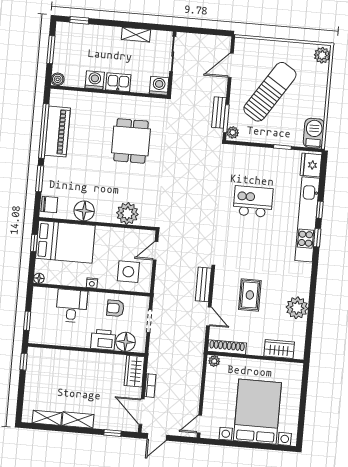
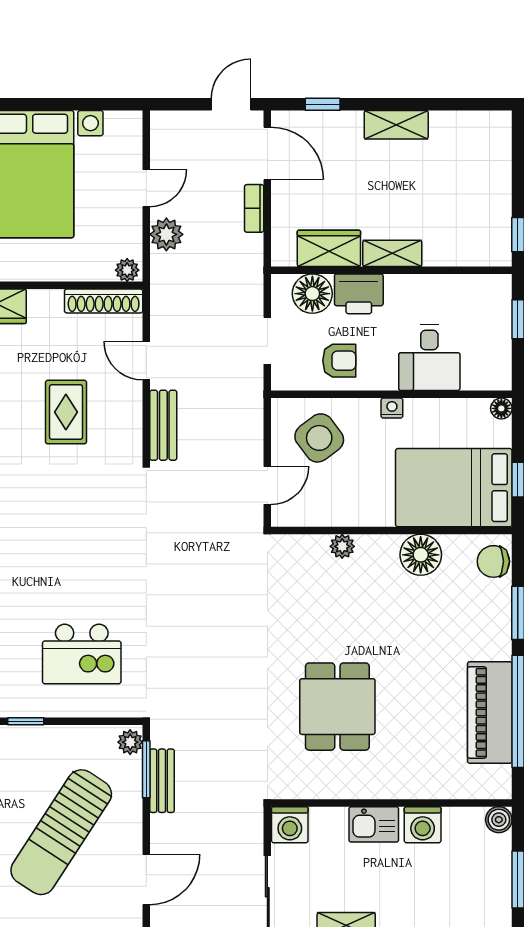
kitchen island: (253, 202) -> (82, 654), moved
plant: (127, 214) -> (342, 546), width x0.53, depth x0.53
side table: (128, 272) -> (319, 438), turned -37
wardrobe: (134, 371) -> (329, 248), moved, turned -90
plant: (194, 377) -> (166, 234), added
shelving: (47, 418) -> (392, 253), moved
door: (199, 424) -> (146, 188), moved

